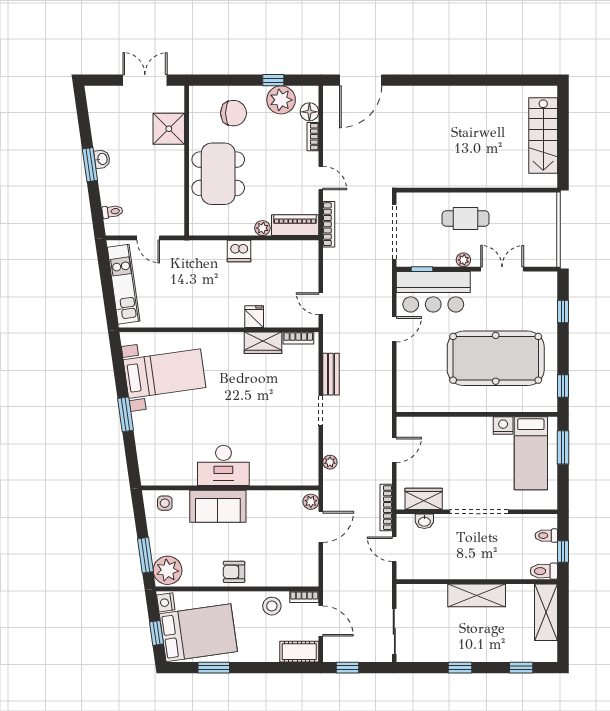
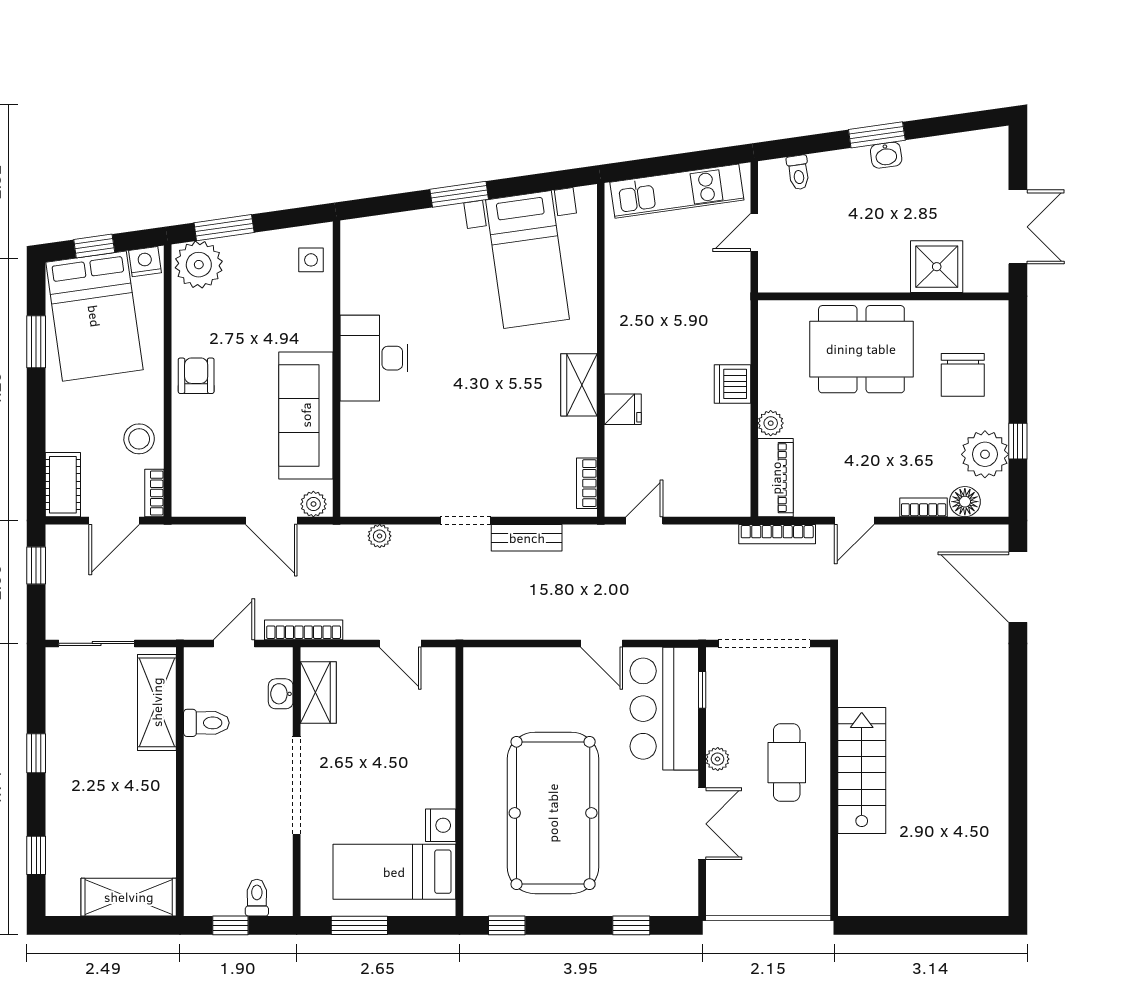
stairs: (543, 135) -> (862, 770), moved, turned 90
wardrobe: (263, 343) -> (579, 385), moved
window: (563, 447) -> (359, 925), moved
sofa: (218, 506) -> (306, 415), moved, width x1.36
toilet: (544, 571) -> (206, 723), moved, turned 90
shelving: (477, 595) -> (157, 702), moved

